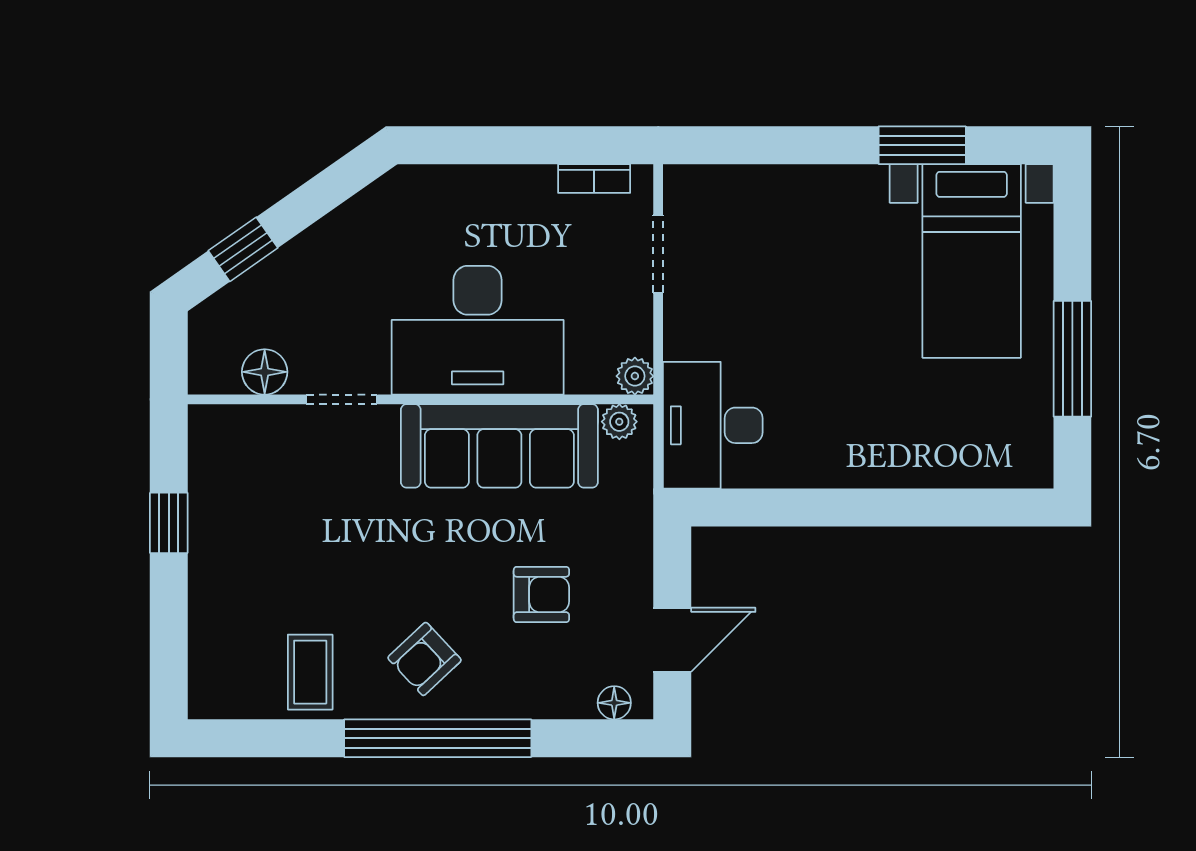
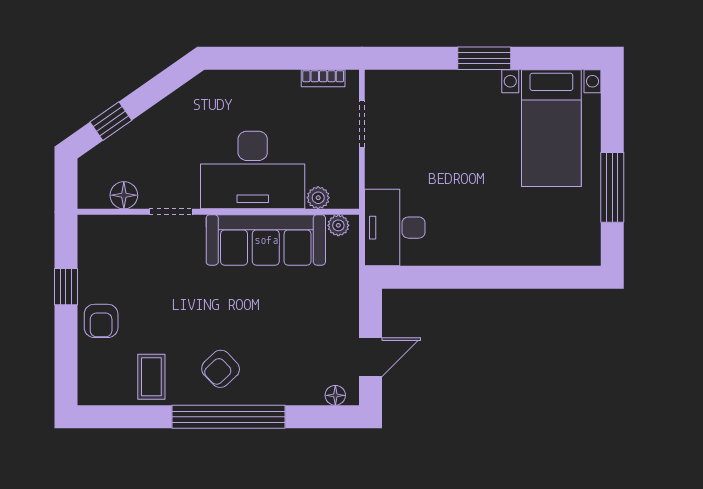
window: (922, 145) -> (484, 58), moved
plant: (635, 376) -> (318, 198), moved
armchair: (541, 594) -> (101, 321), moved, turned 90

